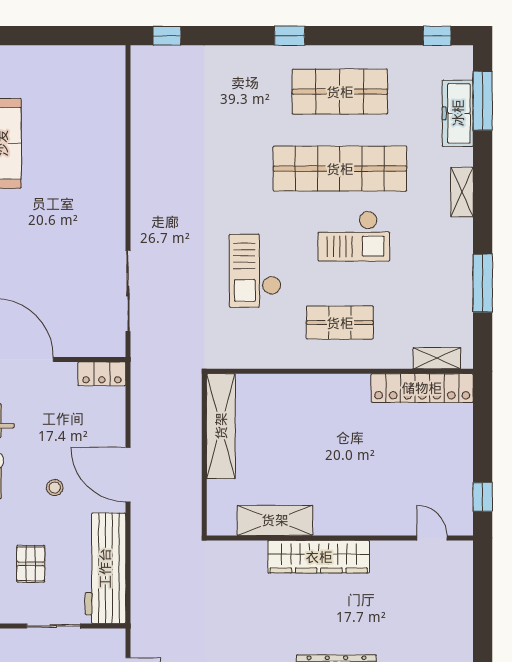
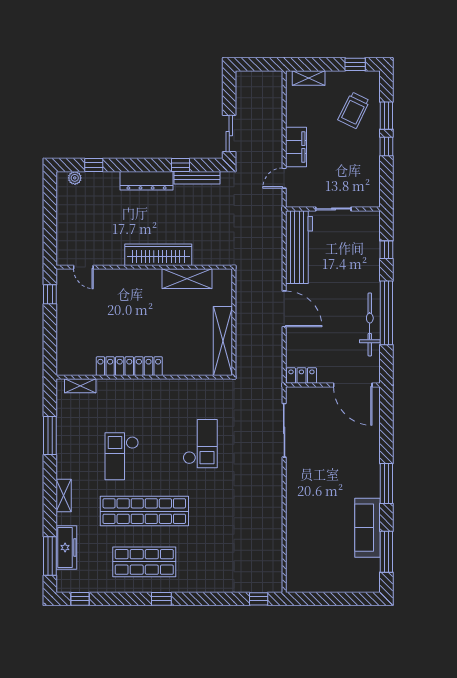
window: (290, 36) -> (161, 599), moved
checkout: (354, 236) -> (122, 456), moved, turned -90
shop shelf: (340, 323) -> (144, 409), removed
locker: (422, 388) -> (129, 366), moved
stool: (55, 488) -> (333, 300), removed
pallet: (31, 564) -> (348, 250), removed

